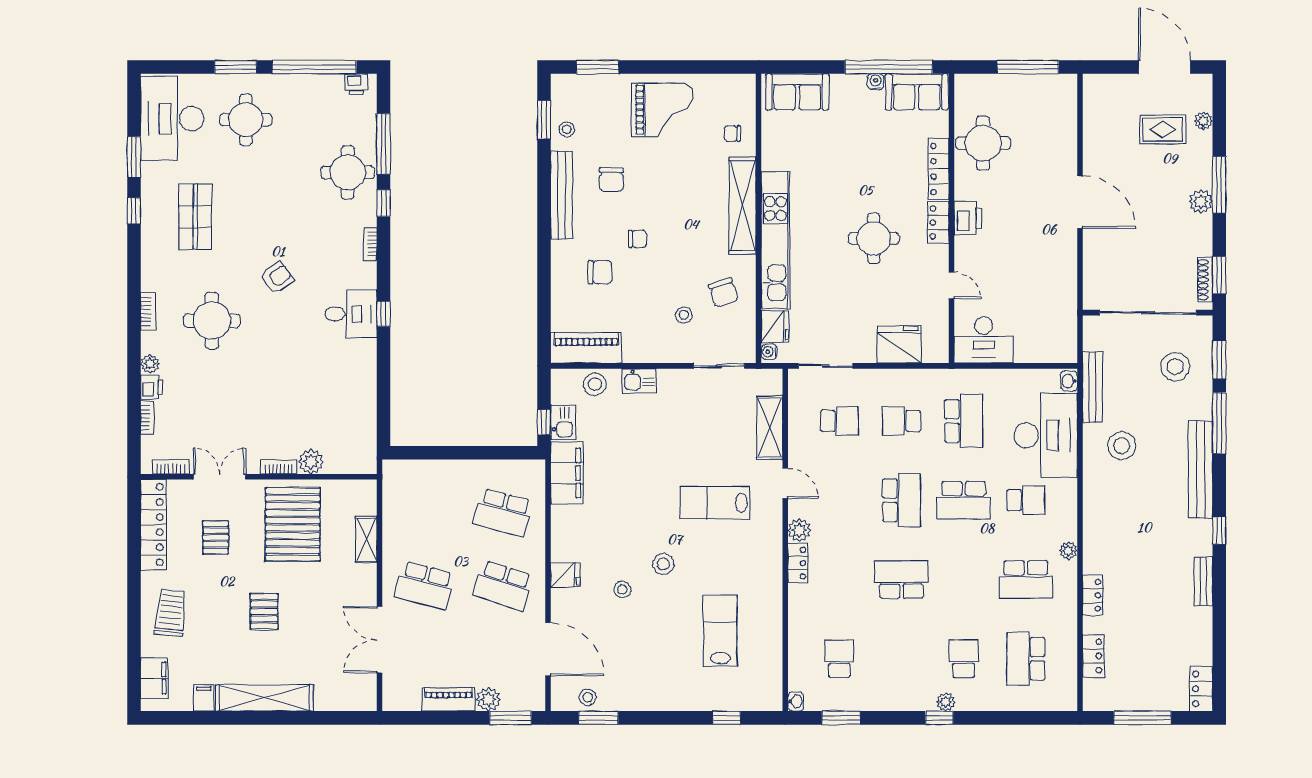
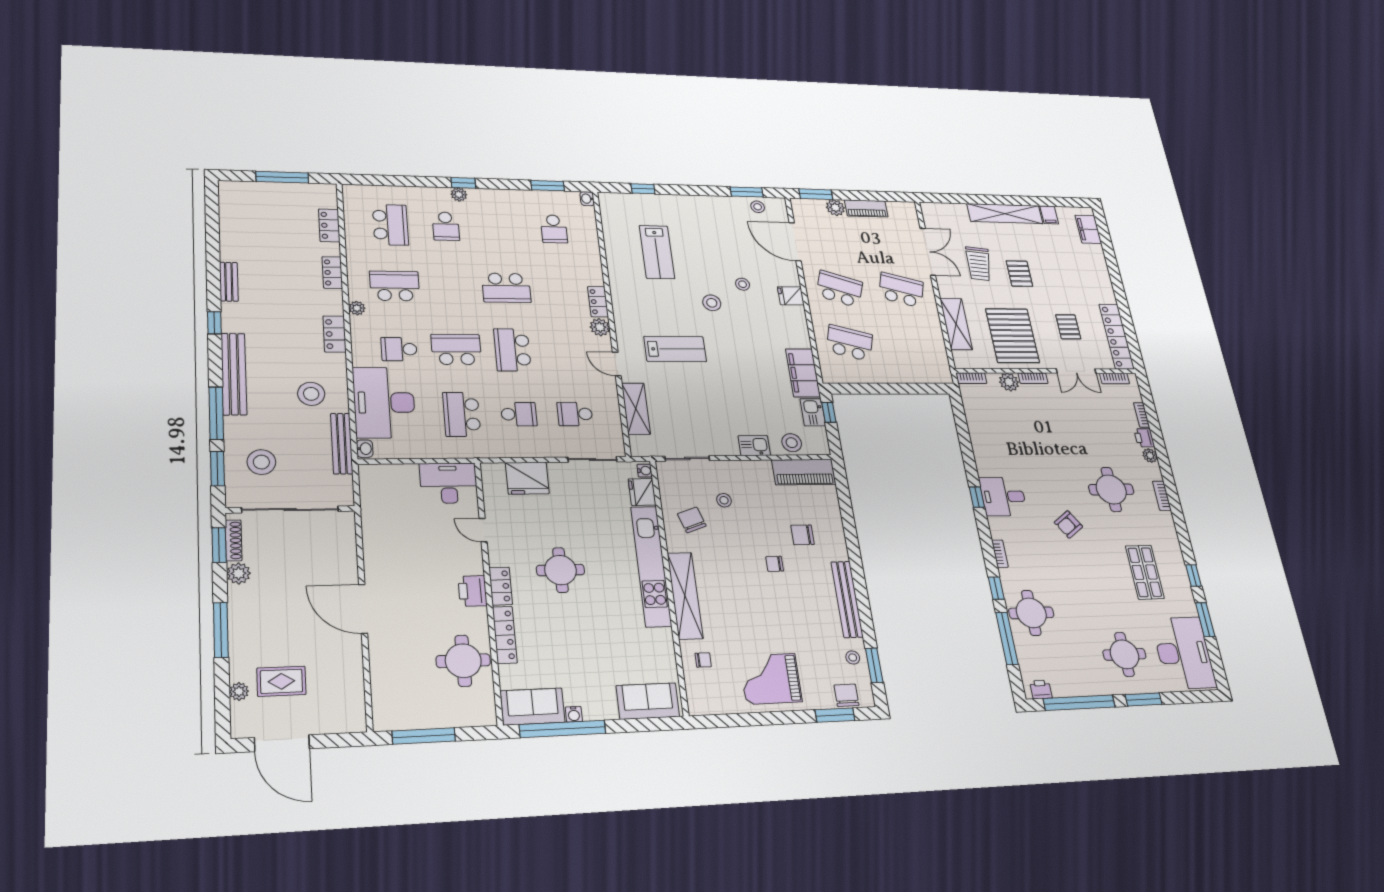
chair: (611, 180) -> (846, 695), moved
plant: (1201, 201) -> (239, 573), moved
bookcase: (358, 467) -> (971, 378), added
shelving: (366, 539) -> (956, 324), width x1.50, depth x1.33
trolley: (171, 613) -> (979, 264), moved
locker: (1201, 689) -> (335, 334), moved, turned 180

